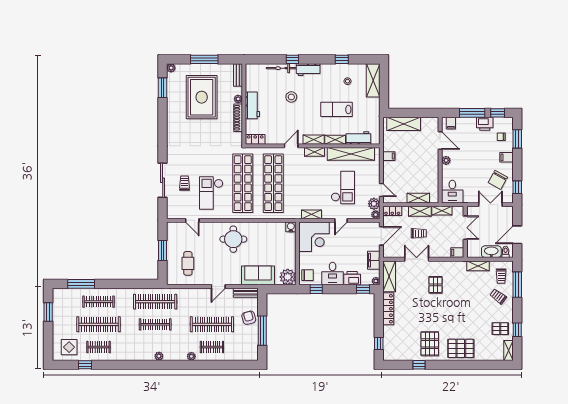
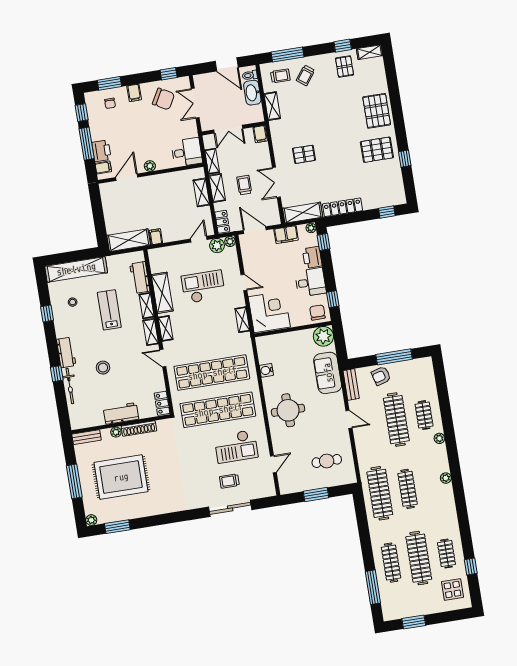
shelving: (373, 80) -> (76, 269), width x1.47
lab bench: (337, 109) -> (109, 310), turned 180
shelving: (404, 124) -> (129, 240), moved, turned 90
printer: (485, 124) -> (101, 151), moved
shelving: (351, 154) -> (162, 293), width x0.68
water cooler: (291, 227) -> (266, 370), moved
double door: (465, 228) -> (228, 129), swing flipped

